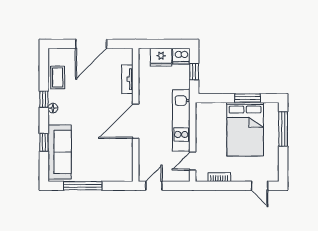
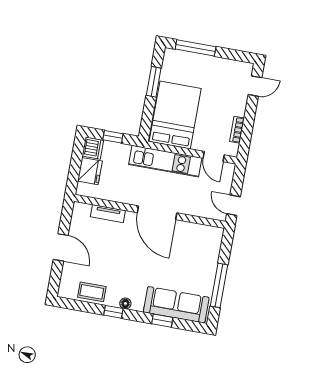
door: (91, 44) -> (61, 247), width x0.73
bed: (245, 129) -> (175, 115), moved, turned -90

